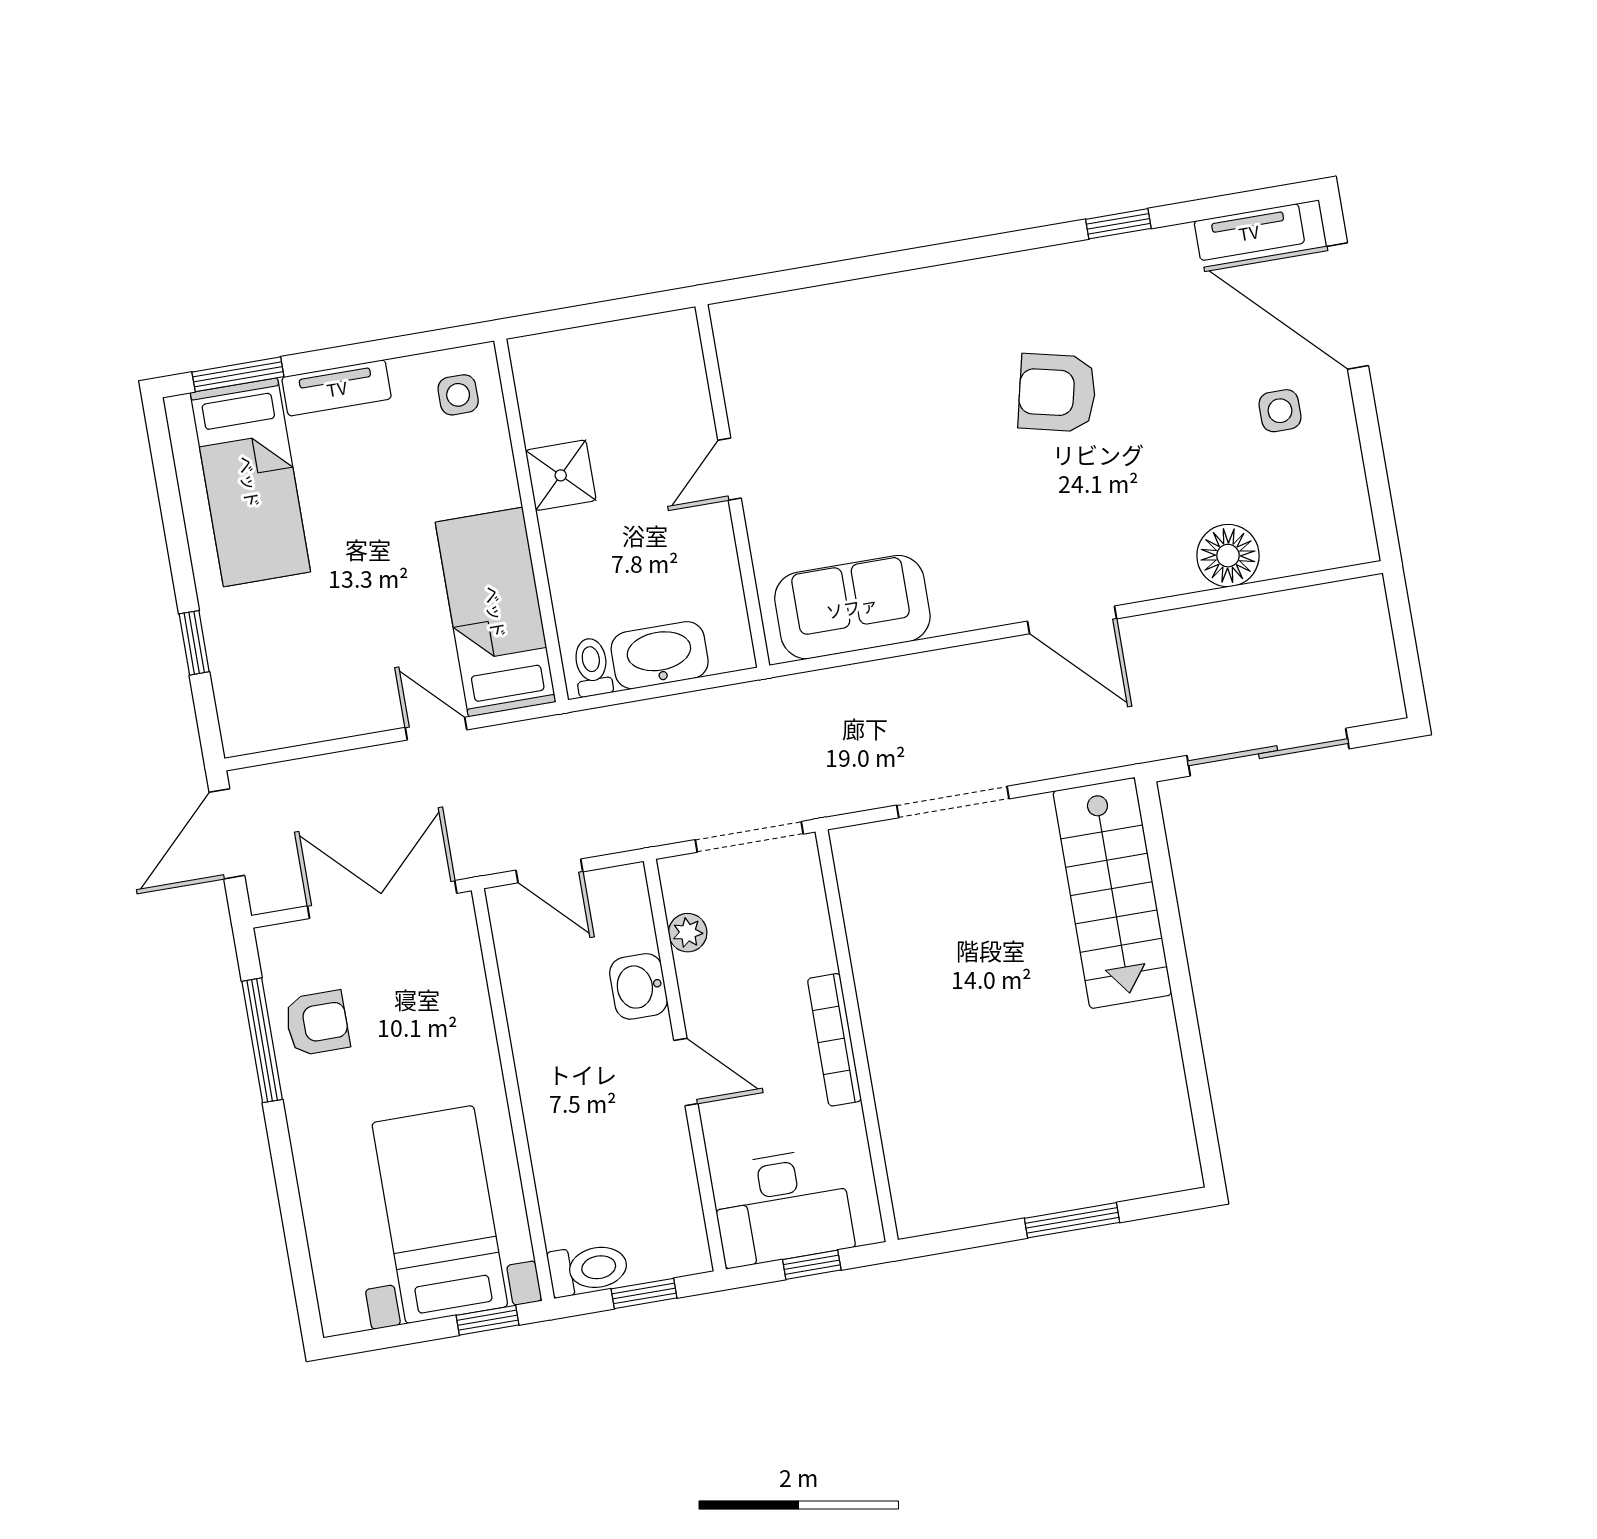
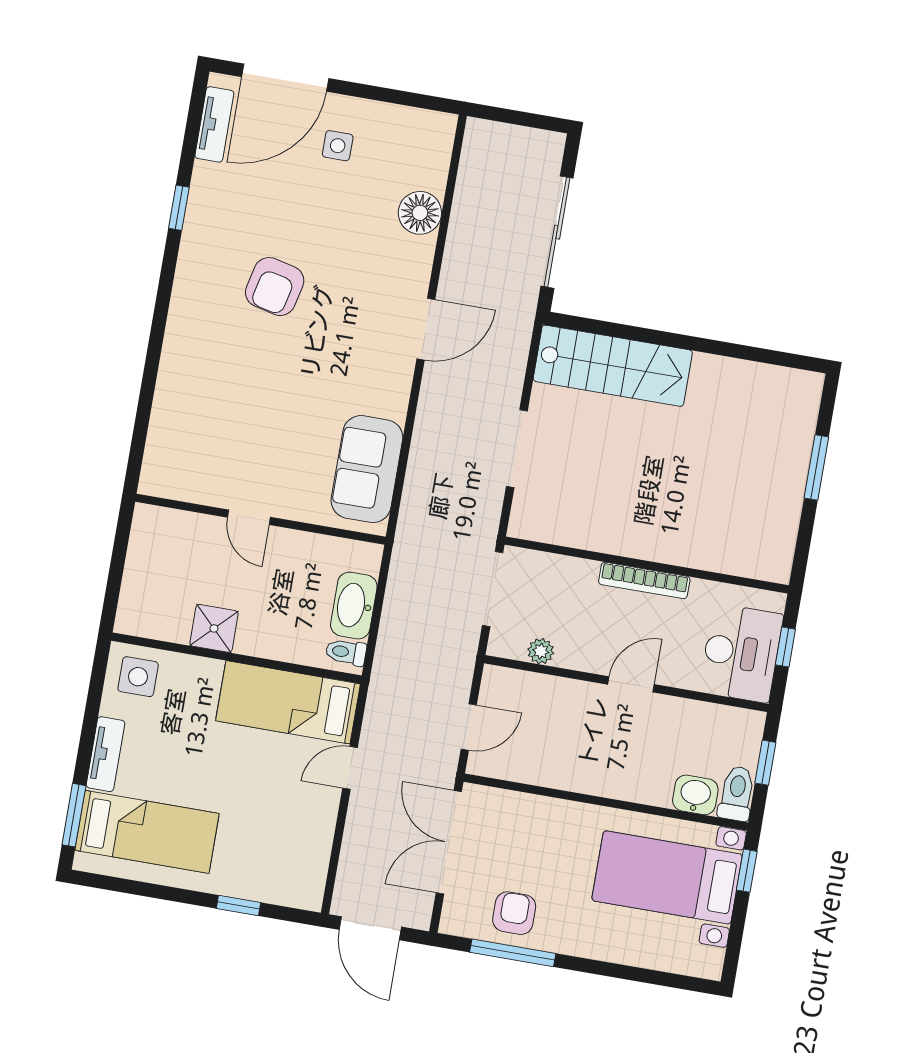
side table: (458, 395) -> (138, 677), width x1.37, depth x1.37
washbasin: (638, 986) -> (695, 795), moved, turned 180

